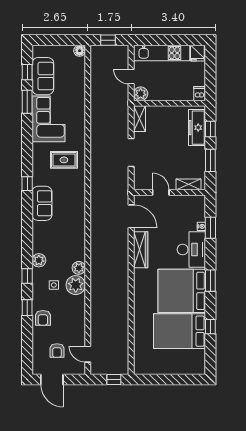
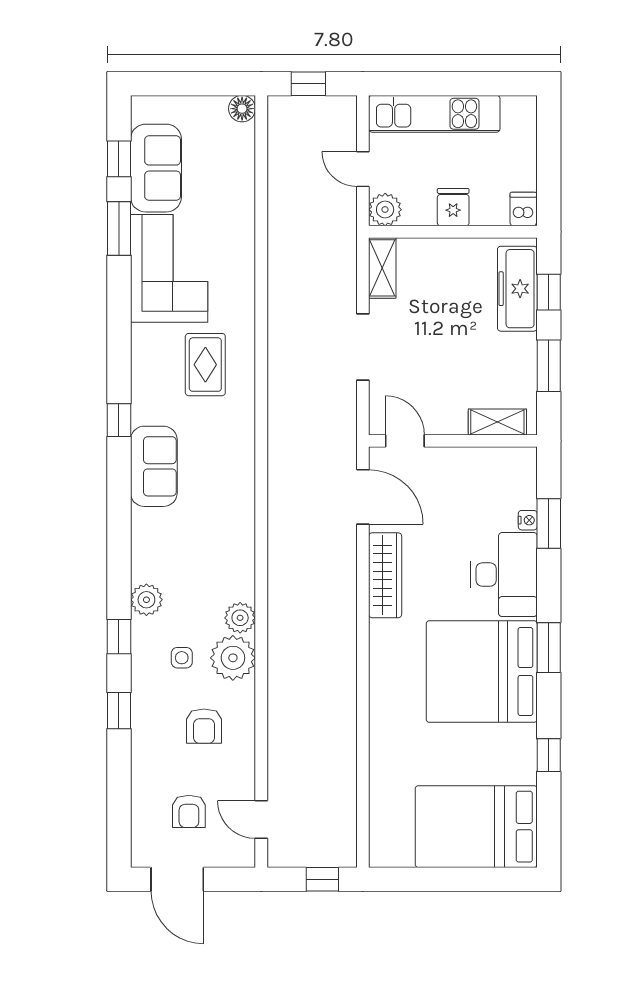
fridge: (197, 53) -> (453, 207), moved, turned 180
rug: (64, 160) -> (205, 365), turned 90
door: (161, 192) -> (405, 441), moved
armchair: (43, 318) -> (204, 726), moved
bed: (180, 331) -> (476, 827), moved

